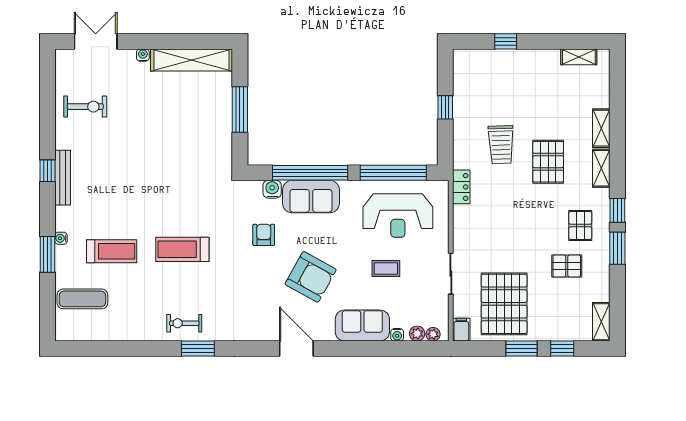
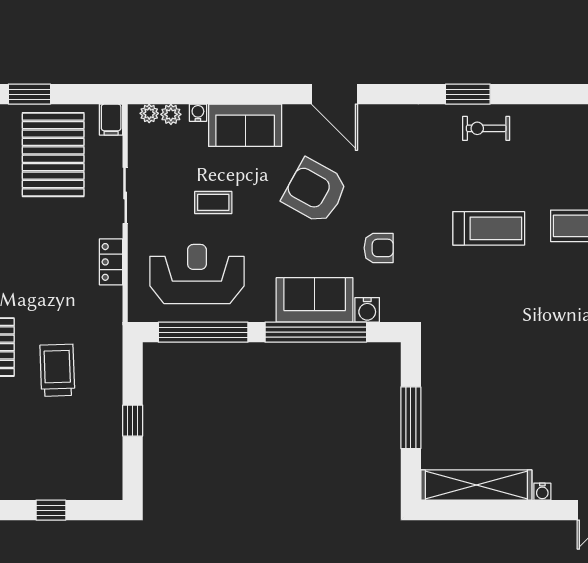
locker: (461, 187) -> (111, 262), moved
armchair: (264, 235) -> (379, 248), turned -90
exercise bike: (184, 323) -> (486, 128), turned 180

